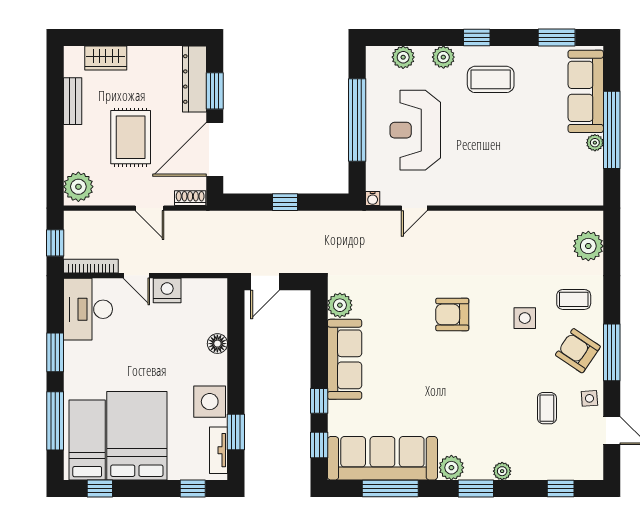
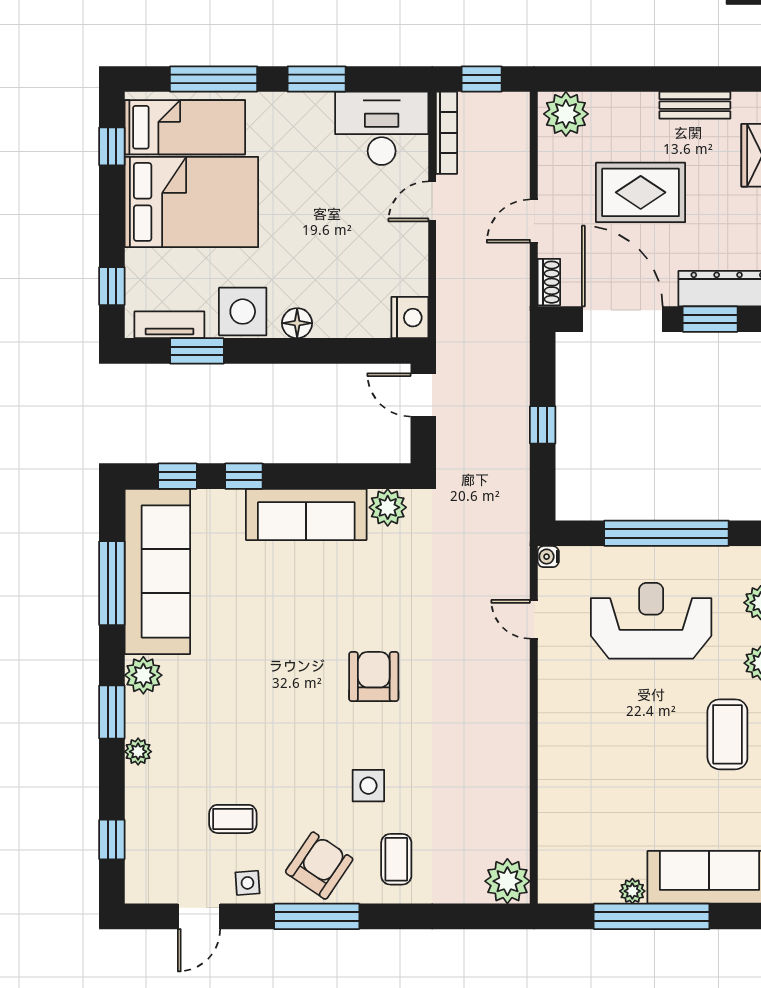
plant: (588, 246) -> (507, 881), moved
nightstand: (167, 291) -> (410, 318), moved
floor lamp: (217, 344) -> (297, 323), moved

